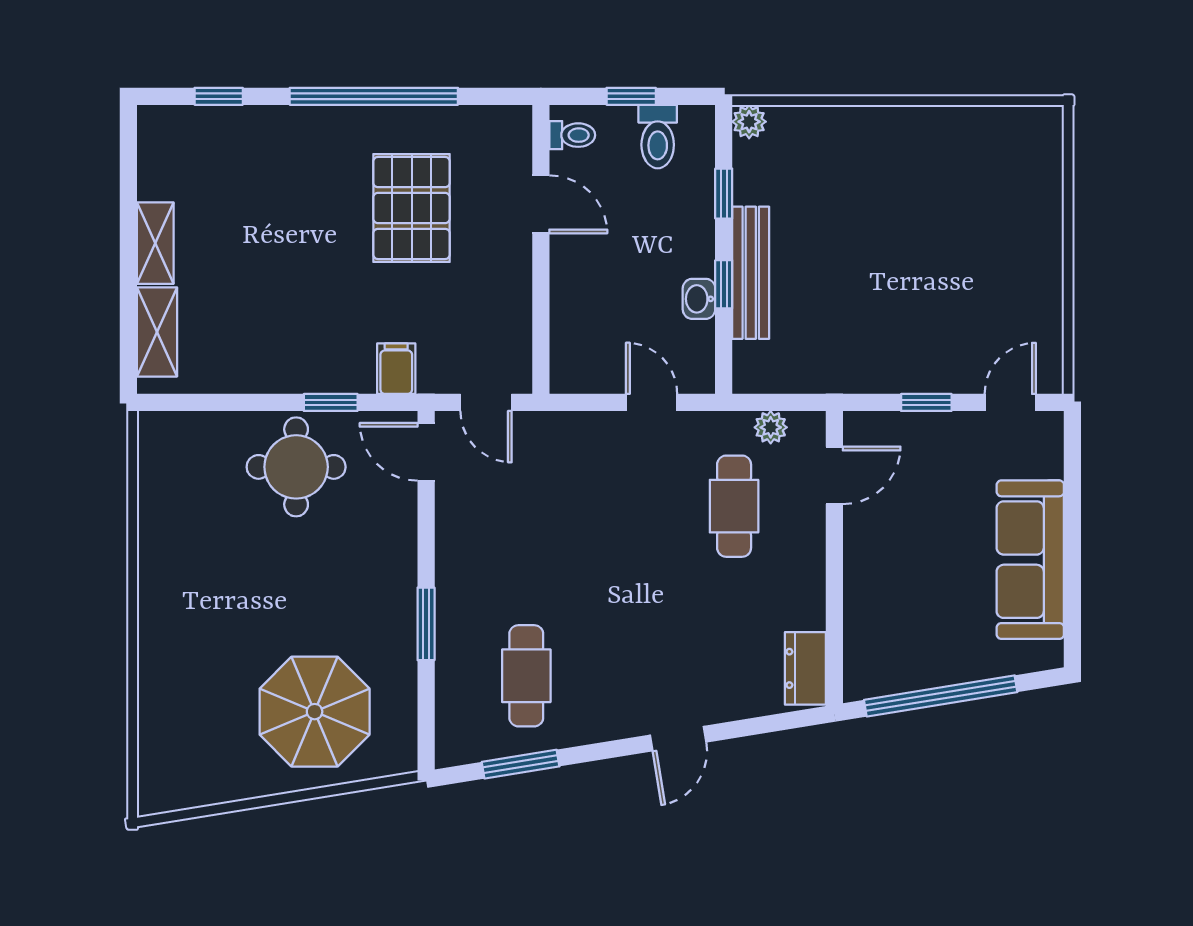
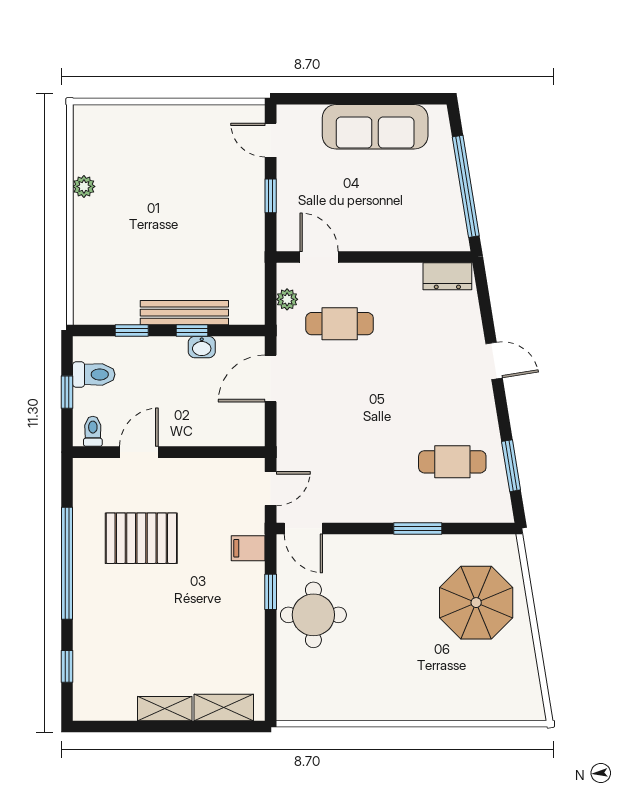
plant: (749, 122) -> (84, 186), moved
door: (652, 402) -> (271, 379), width x1.37
door: (426, 452) -> (303, 528), hinge flipped

